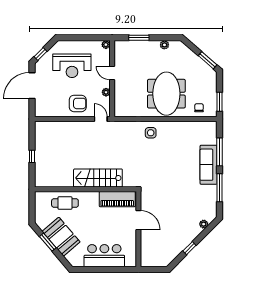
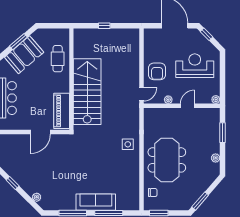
reception desk: (72, 66) -> (195, 66), turned 90
meeting table: (166, 94) -> (167, 160), turned 90
stairs: (98, 178) -> (87, 92), width x1.36, depth x1.51

